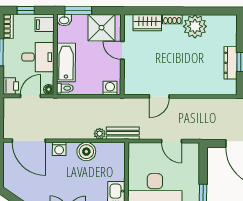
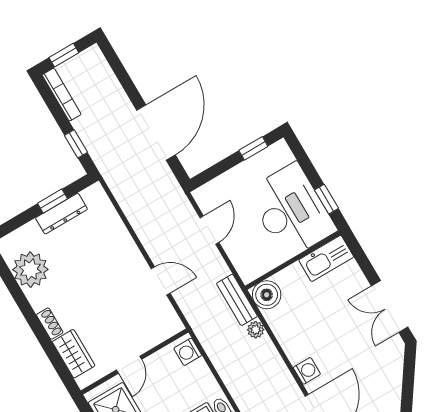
plant: (195, 26) -> (30, 270), moved
boiler: (86, 152) -> (267, 295), moved

